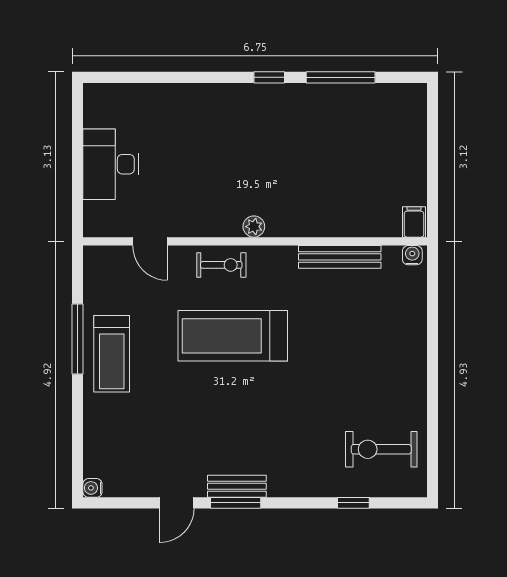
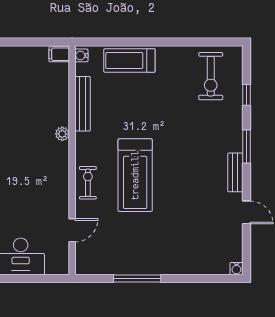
plant: (254, 227) -> (62, 134), moved
treadmill: (112, 354) -> (129, 60), moved, turned 180
window: (236, 503) -> (246, 147), moved

